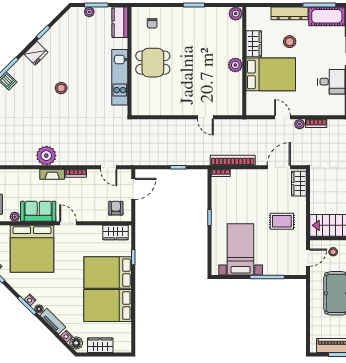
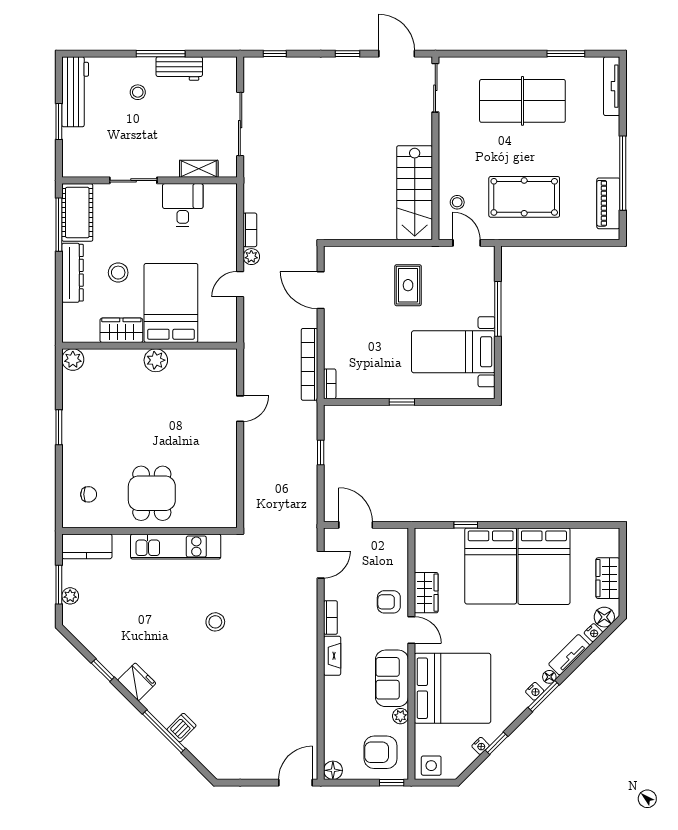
stool: (61, 88) -> (215, 622), moved
plant: (46, 156) -> (302, 665), removed
wardrobe: (299, 184) -> (347, 258), removed
armchair: (116, 208) -> (389, 602), moved
door: (68, 223) -> (411, 630), swing flipped
wardrobe: (115, 233) -> (426, 593), moved

